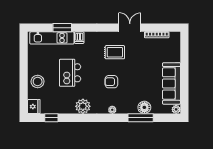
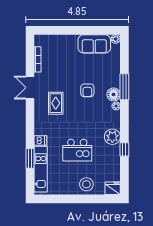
armchair: (111, 82) -> (87, 90), moved
sofa: (171, 83) -> (94, 44), width x0.73
floor lamp: (144, 107) -> (114, 94), moved
window: (51, 118) -> (124, 149), moved
window: (141, 118) -> (124, 87), moved

